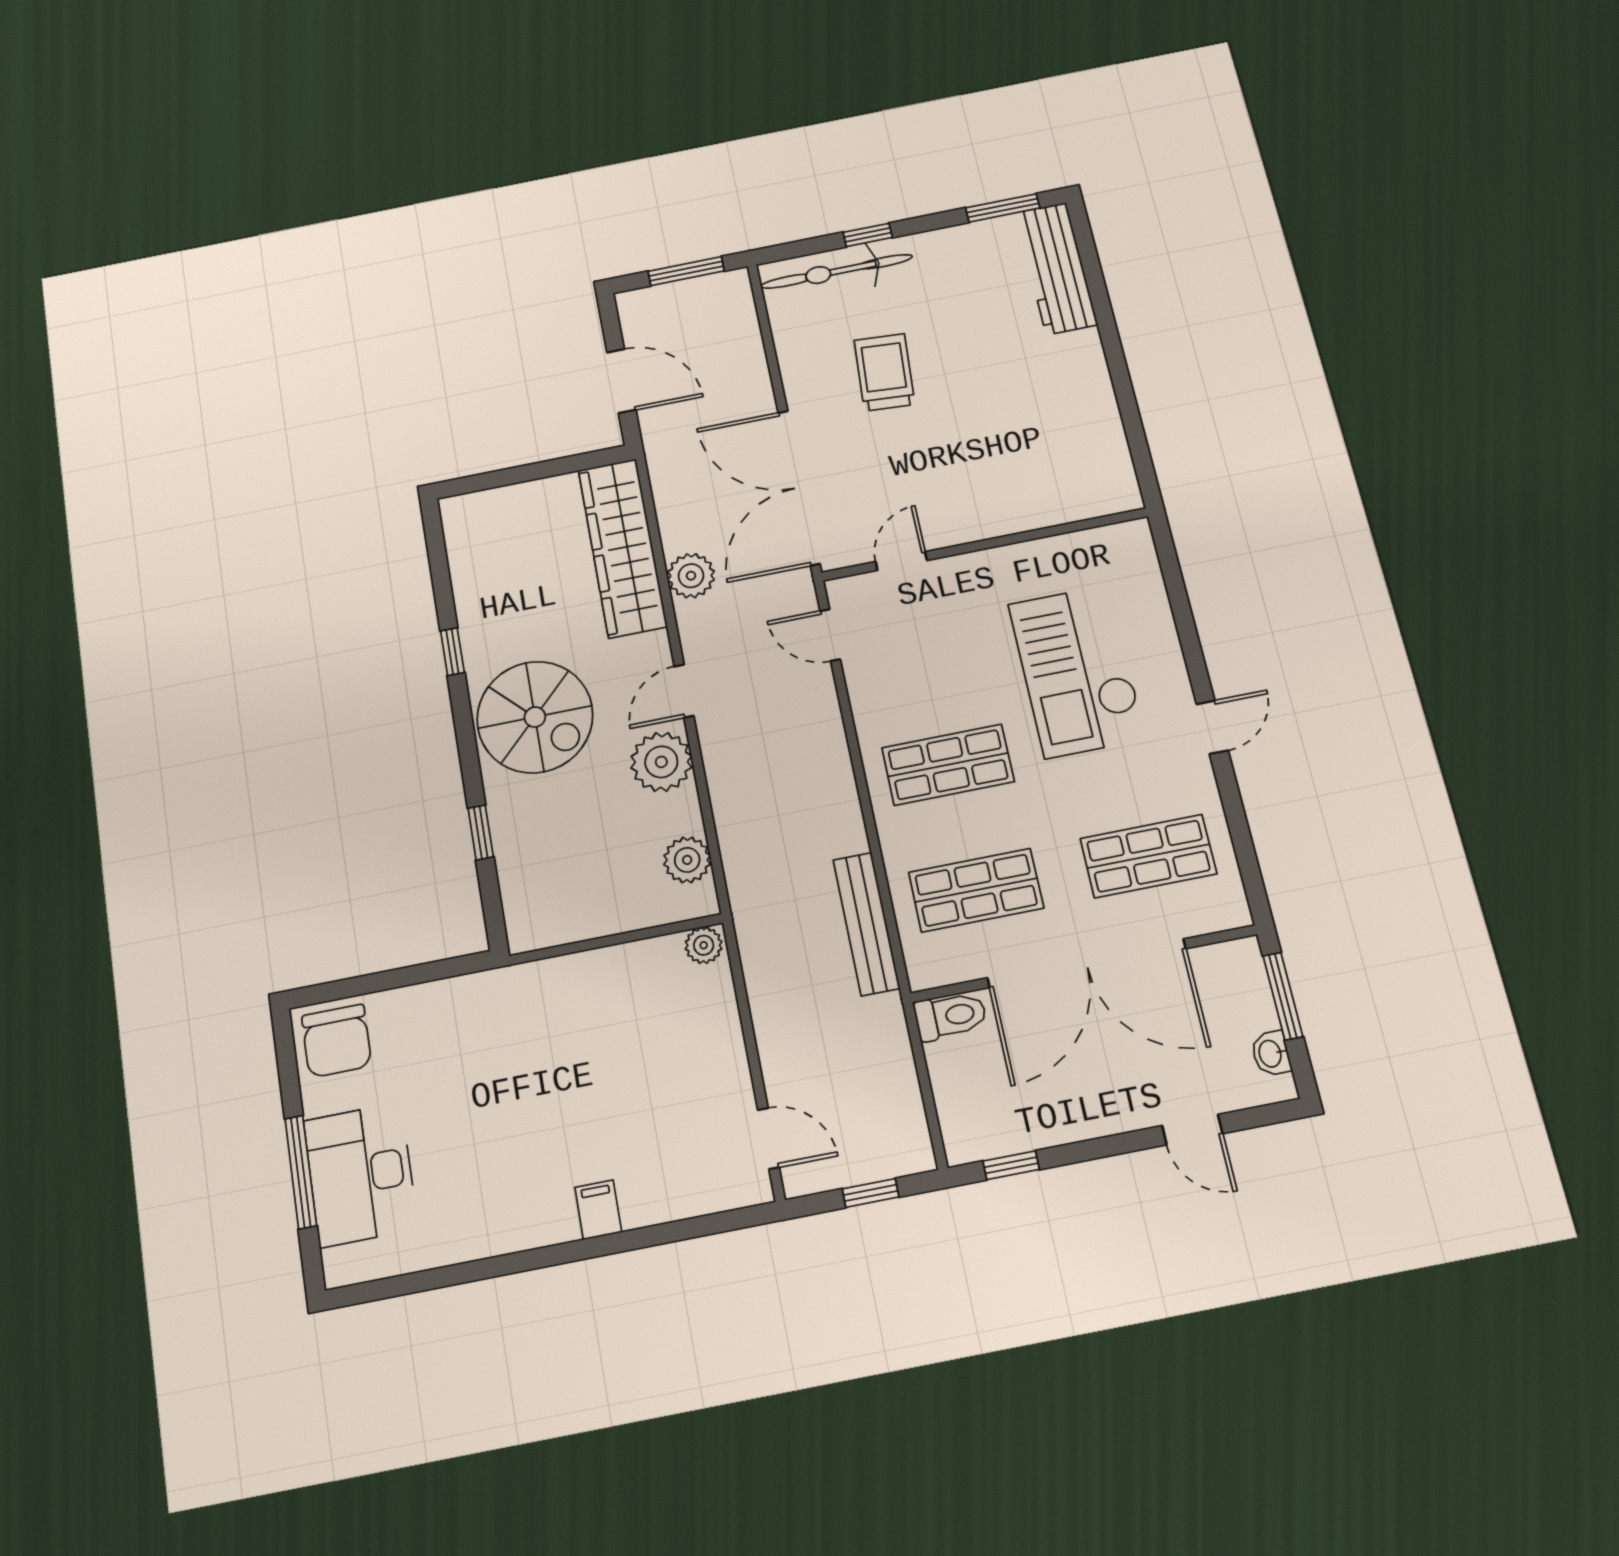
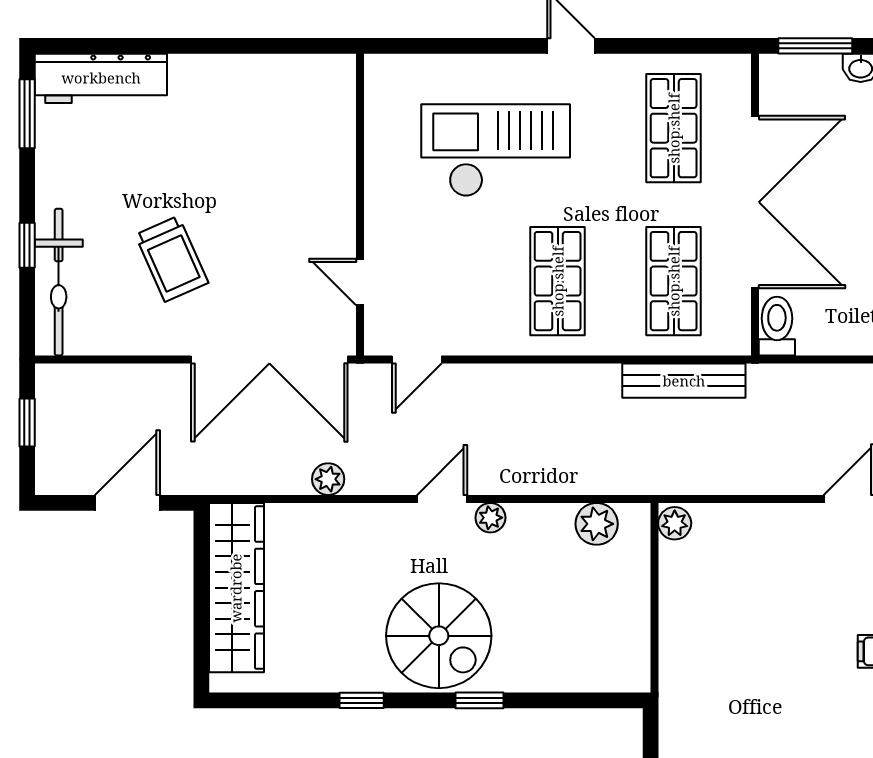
window: (686, 271) -> (27, 422), width x0.67
trolley: (884, 372) -> (172, 259), turned -118
wardrobe: (622, 548) -> (236, 588), moved, turned -90
plant: (691, 576) -> (328, 479), width x0.73, depth x0.73
checkout: (1077, 671) -> (496, 150), turned 180
door: (684, 691) -> (442, 499), swing flipped
spiral stairs: (535, 717) -> (439, 636), turned 90
plant: (661, 762) -> (490, 518), width x0.53, depth x0.53
window: (481, 832) -> (479, 700), moved

